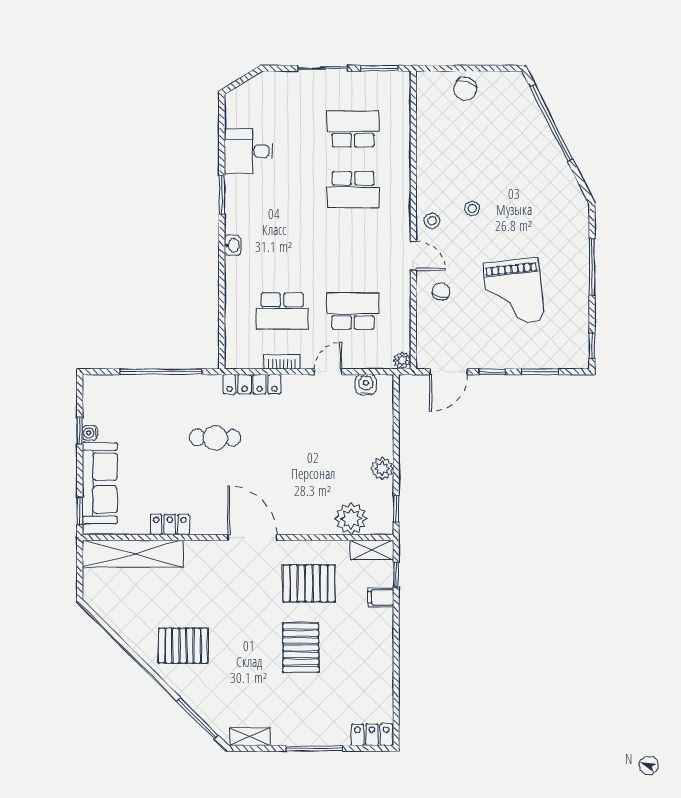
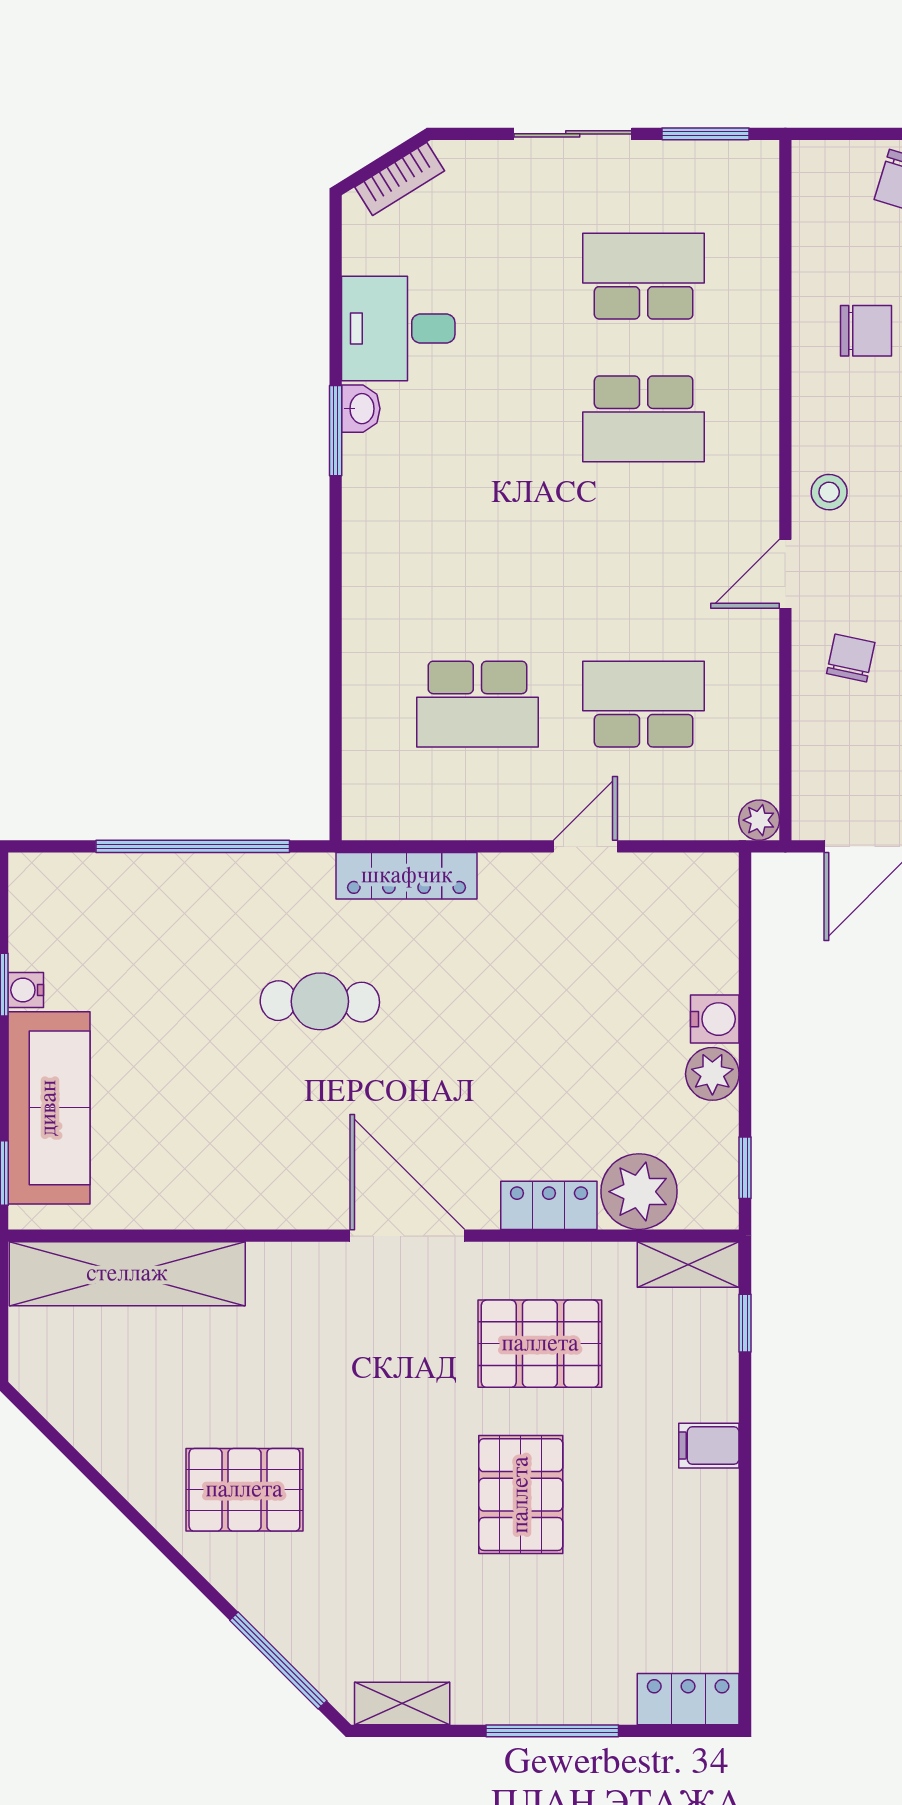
chair: (448, 152) -> (866, 331), added
washbasin: (233, 245) -> (361, 409), moved
door: (413, 256) -> (785, 574), swing flipped
bookcase: (282, 362) -> (400, 179), moved, turned 148
water cooler: (366, 385) -> (715, 1019), moved, turned 90
locker: (170, 525) -> (549, 1205), moved
filing cabinet: (381, 597) -> (709, 1446), moved

